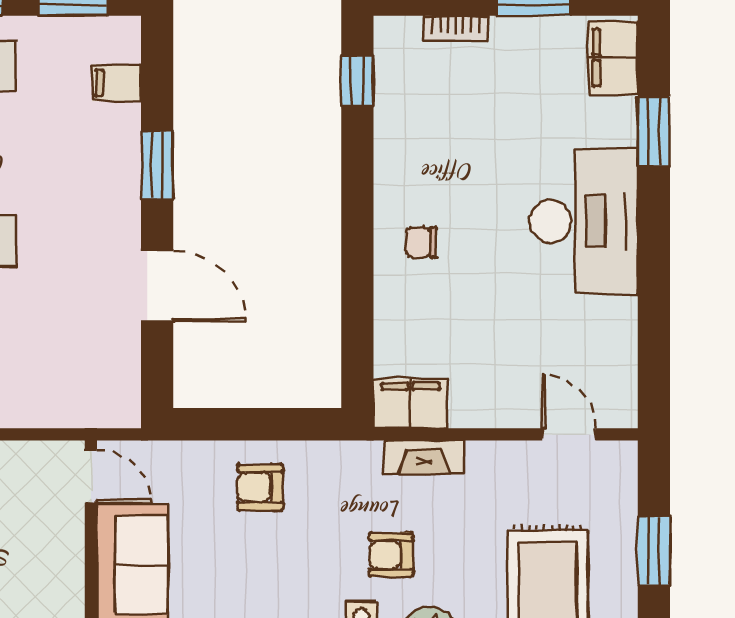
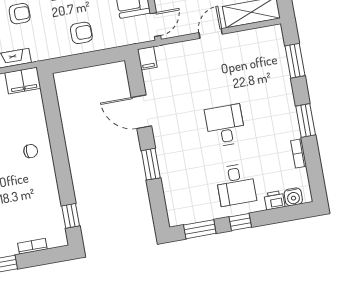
filing cabinet: (117, 83) -> (147, 58), moved, turned 90
door: (91, 476) -> (155, 25), swing flipped

